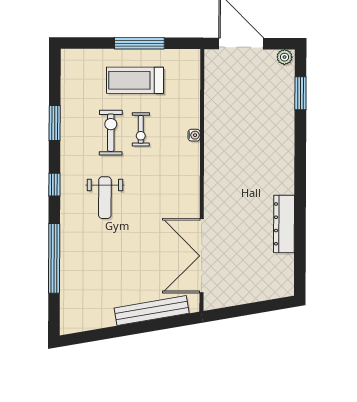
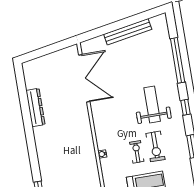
weight bench: (105, 198) -> (152, 105), width x1.36, depth x1.33
bench: (152, 311) -> (128, 32), moved

